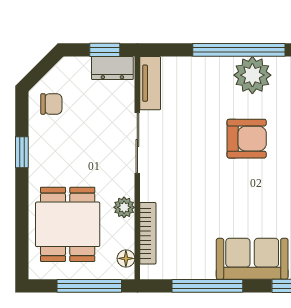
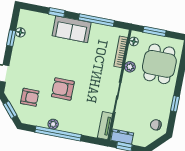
plant: (252, 75) -> (53, 124), width x0.53, depth x0.53
window: (89, 286) -> (155, 31), width x0.69

